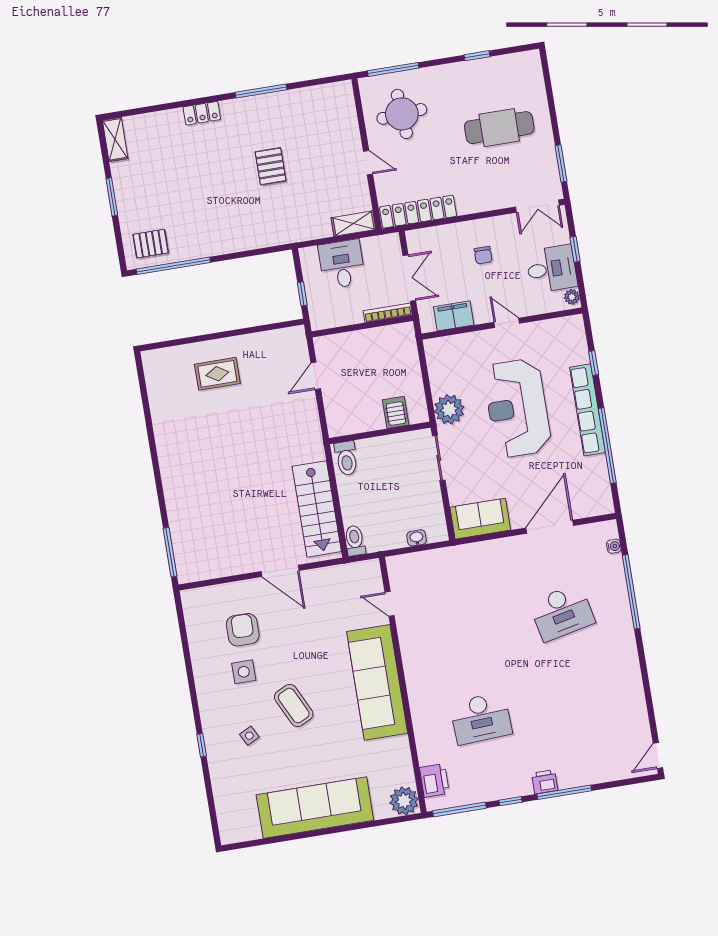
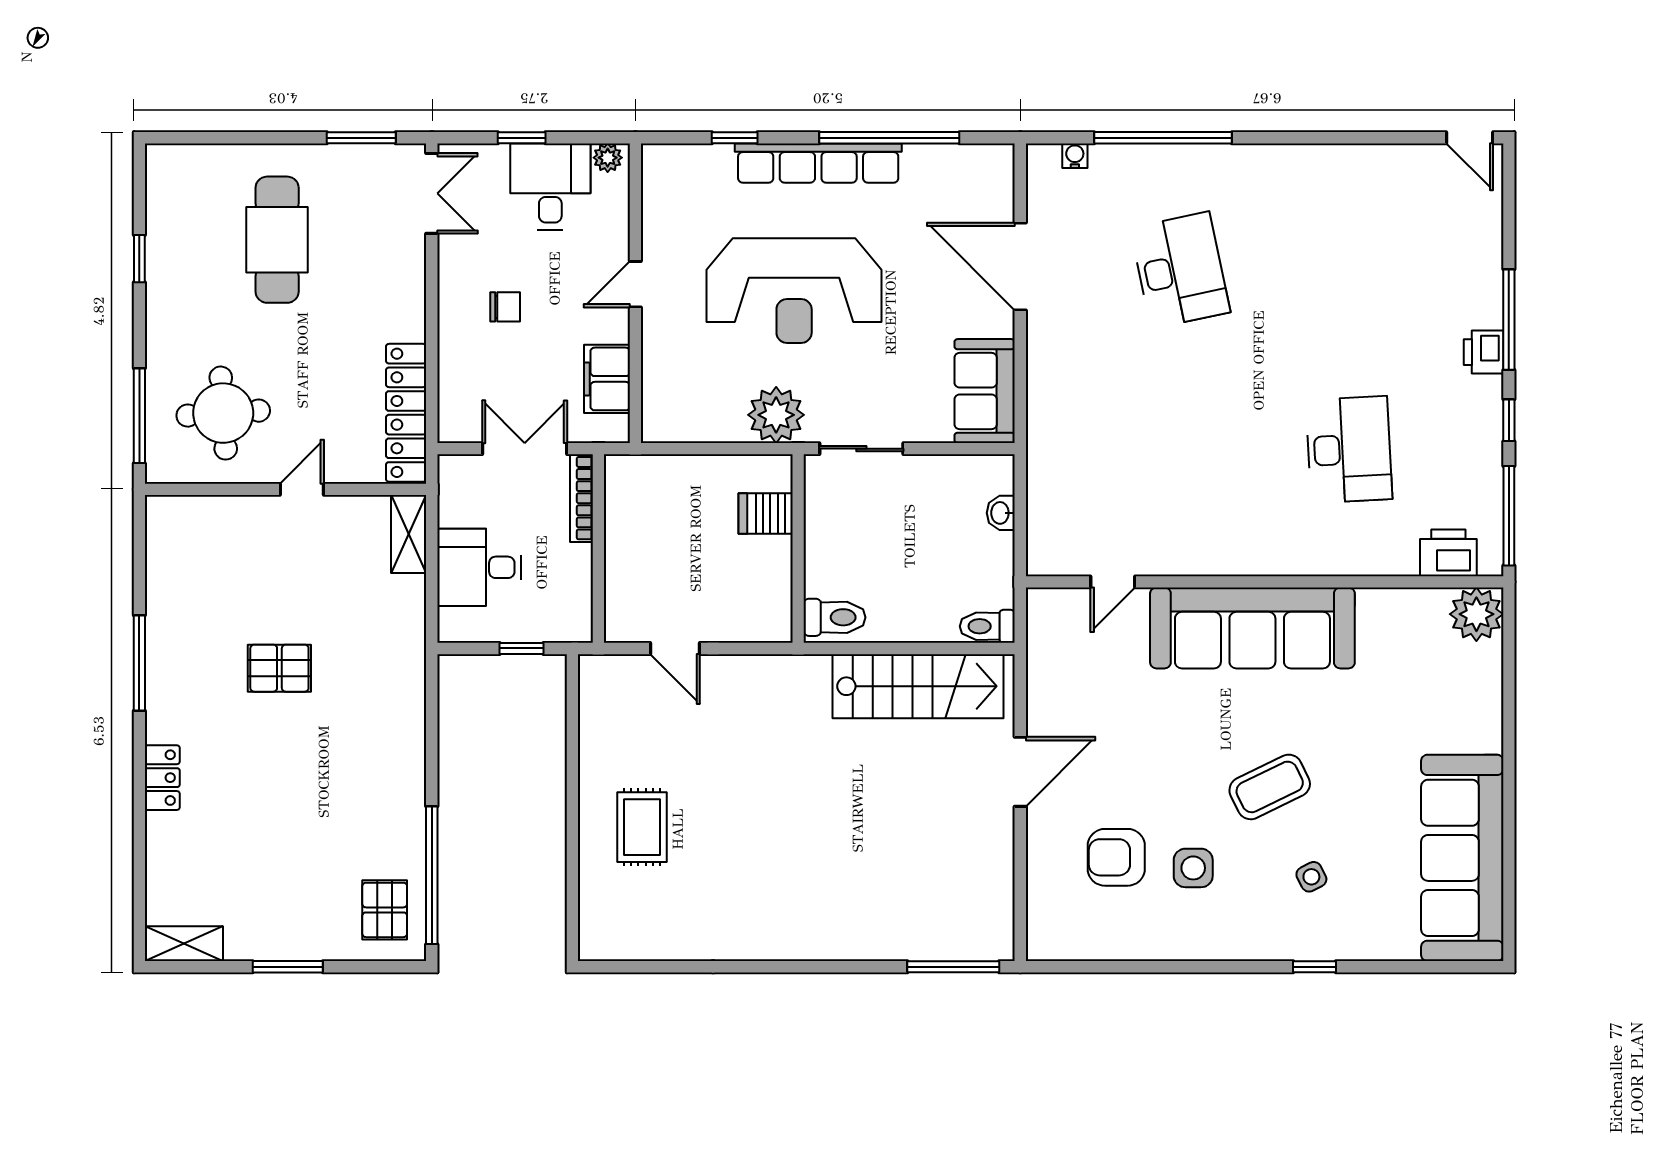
sofa: (315, 808) -> (1462, 858), moved

